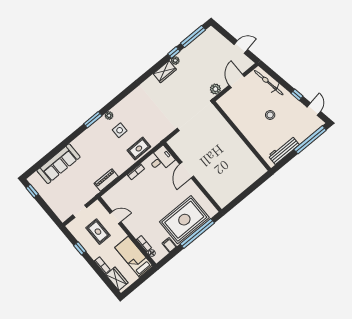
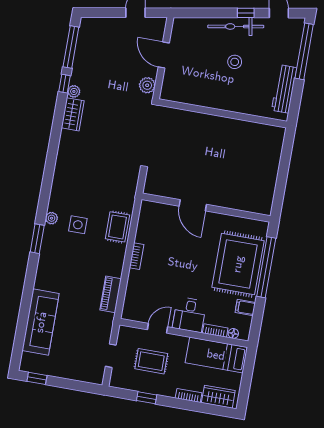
bicycle: (269, 83) -> (236, 26), moved
desk: (161, 159) -> (189, 315), moved, turned 180

